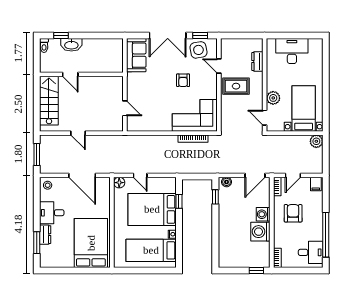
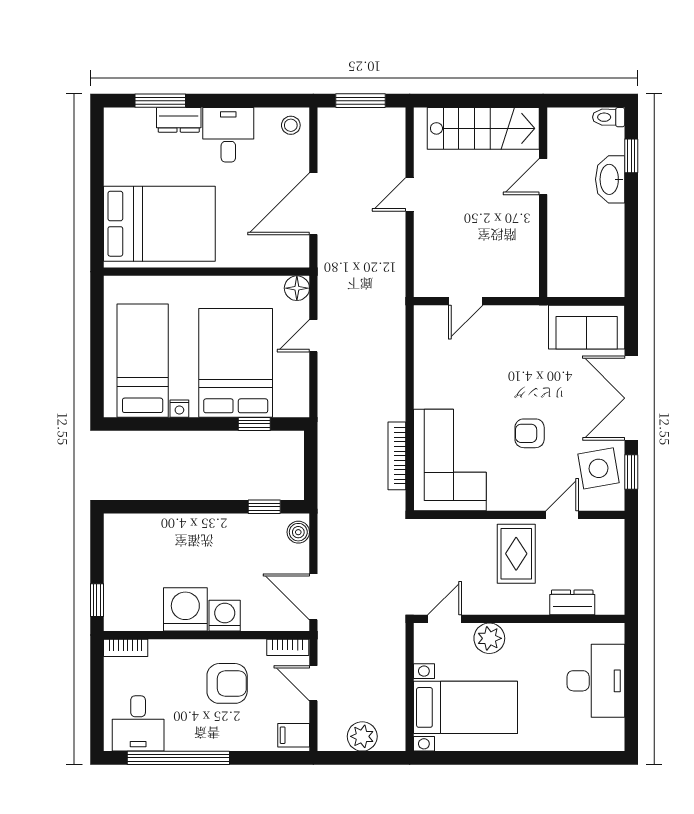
plant: (316, 141) -> (362, 736), moved

